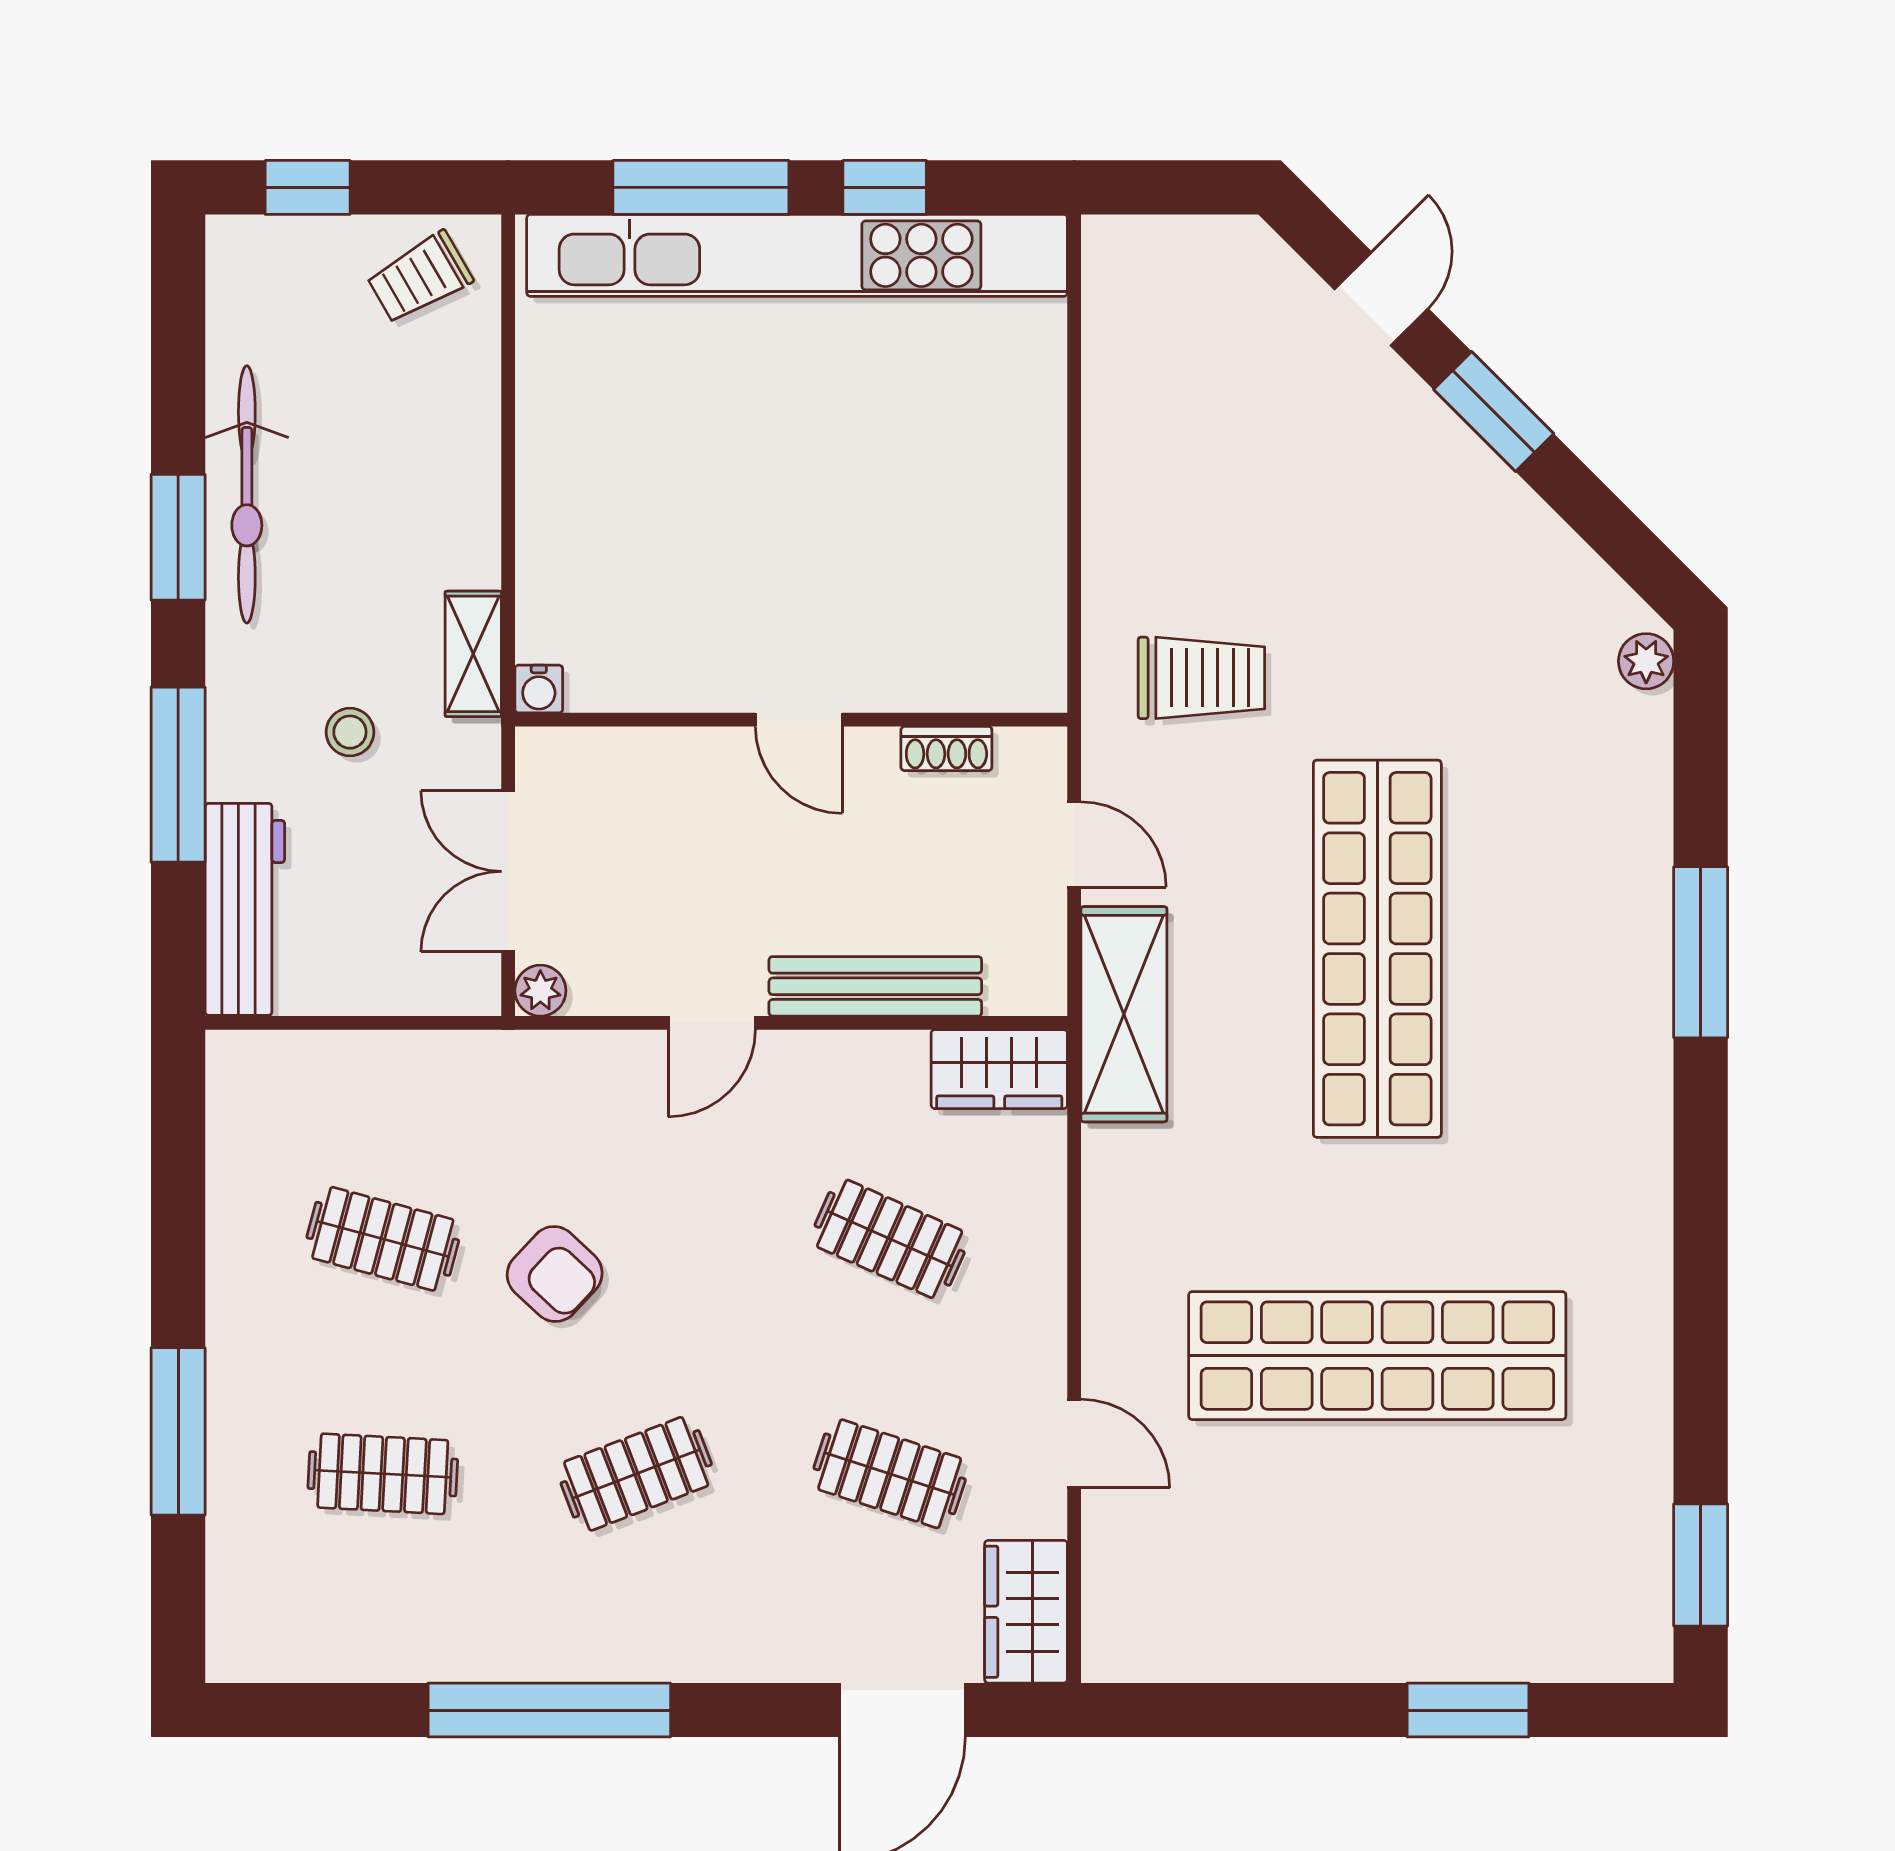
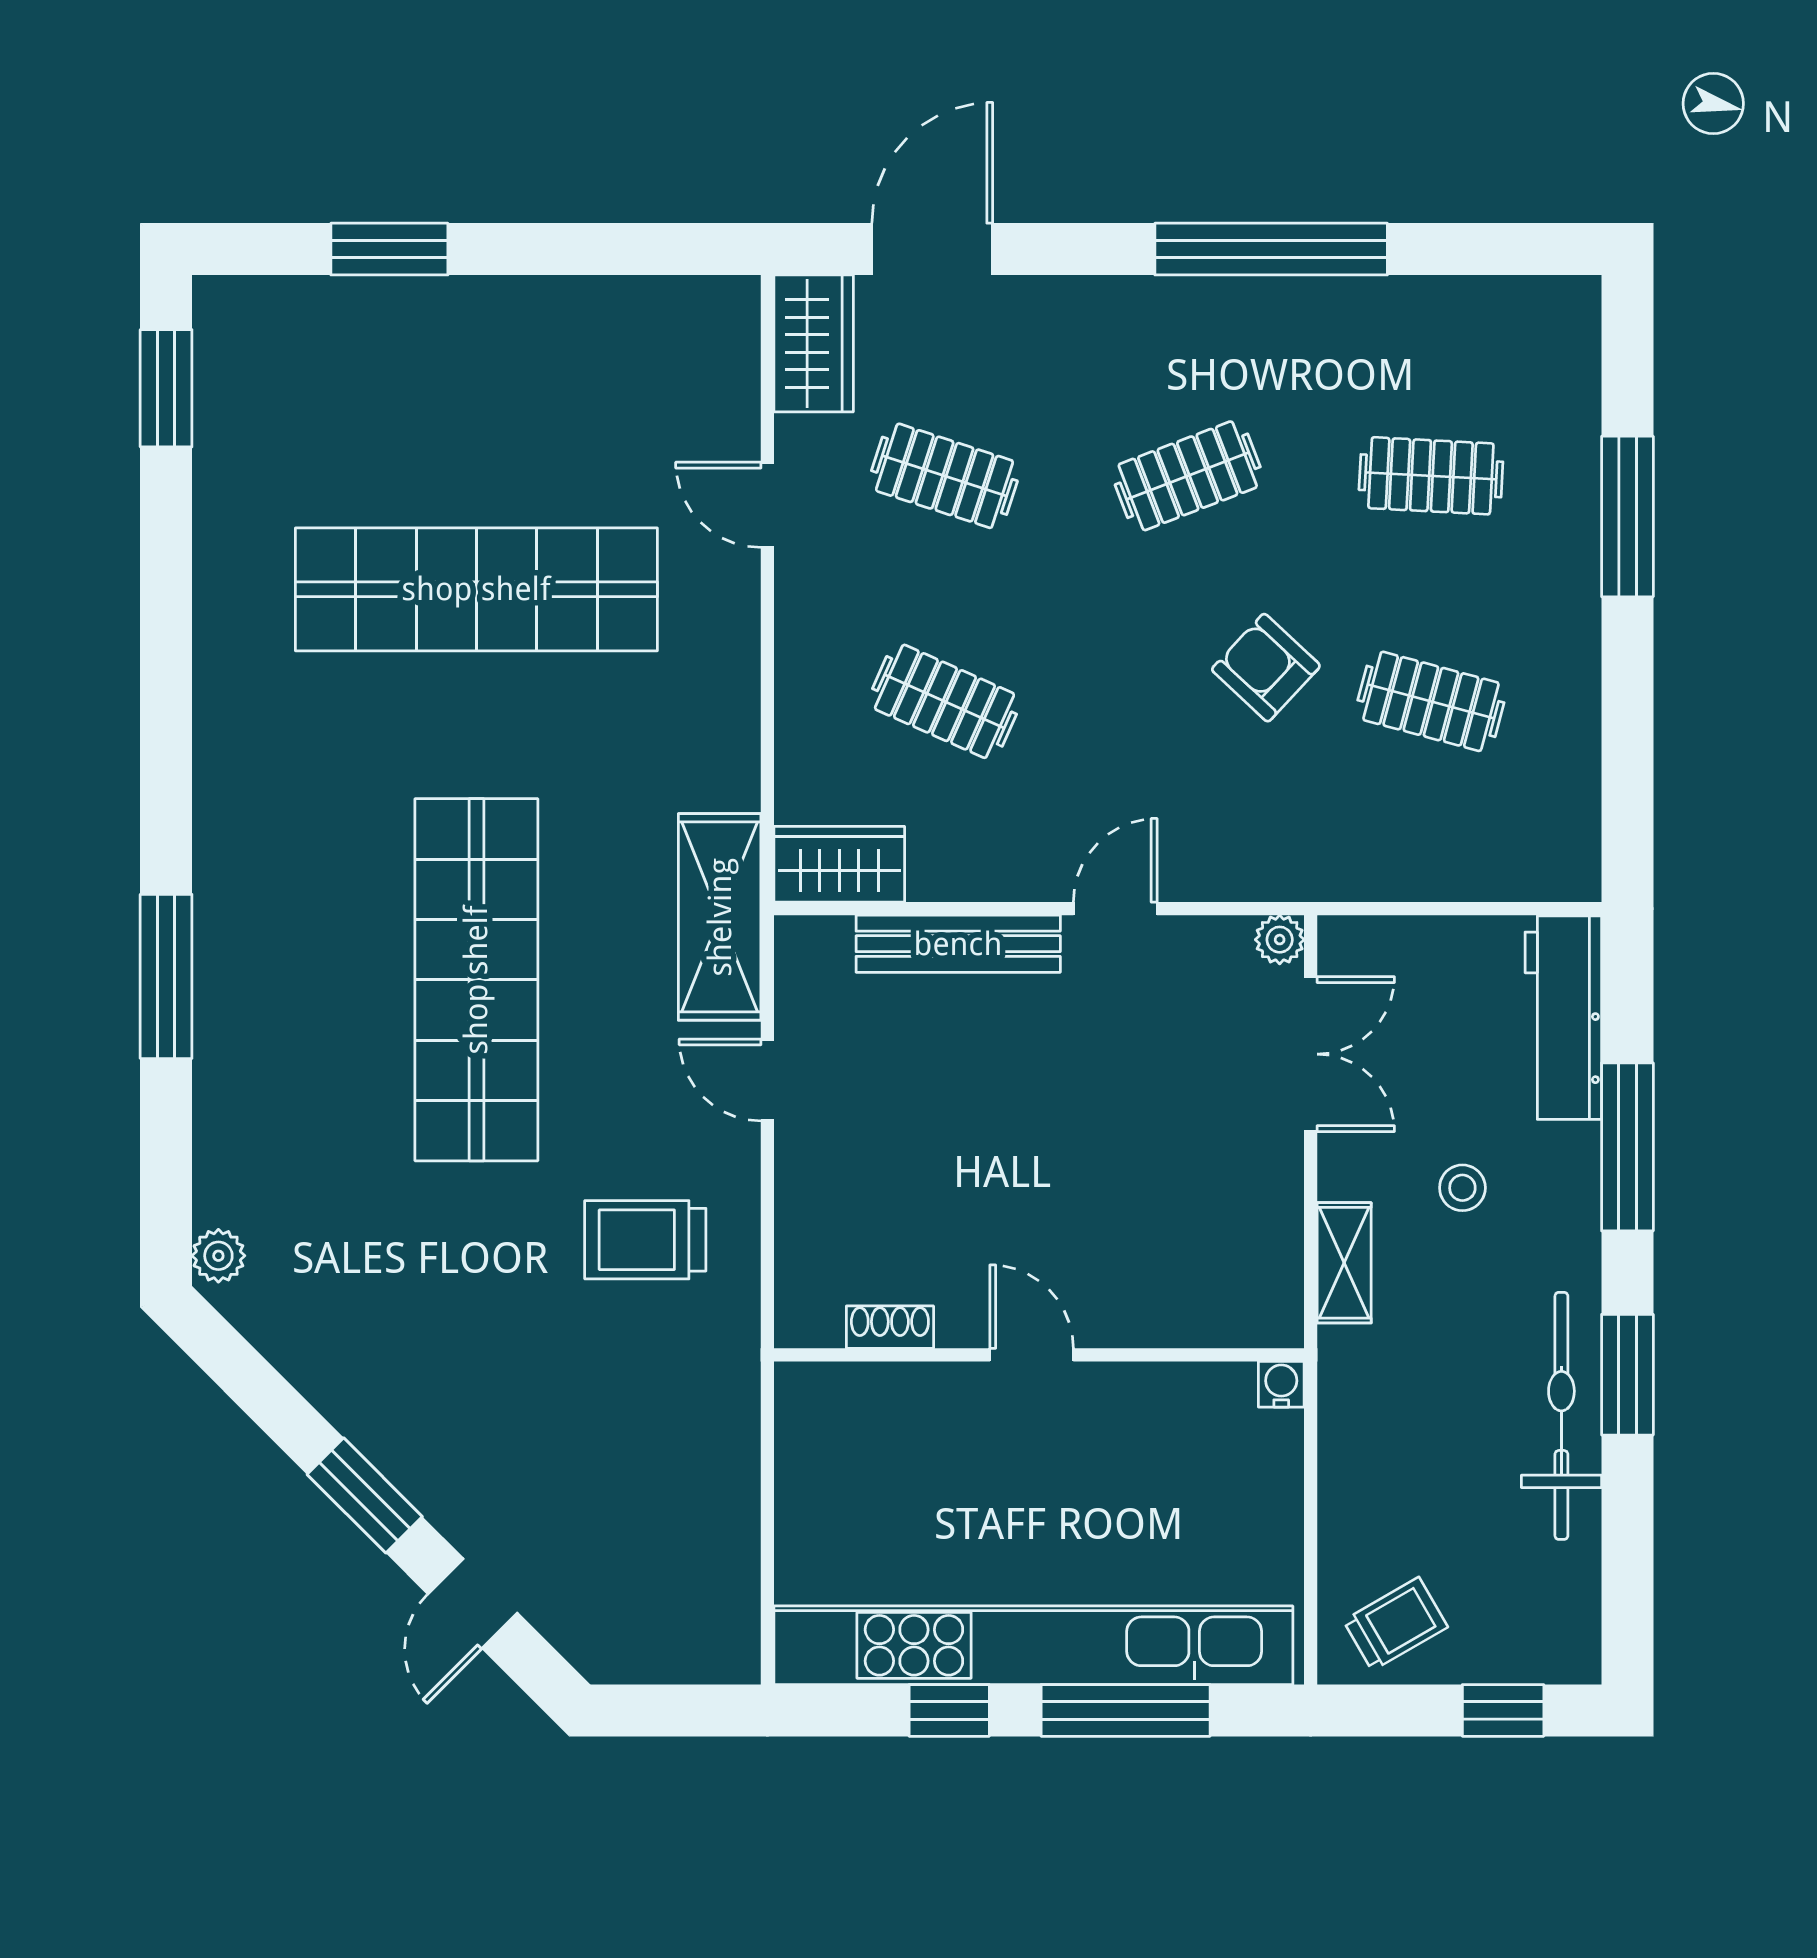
water cooler: (539, 689) -> (1281, 1384), moved
wall: (791, 720) -> (1039, 1355), moved
door: (799, 720) -> (1032, 1355), moved
shoe rack: (946, 749) -> (890, 1327), moved

